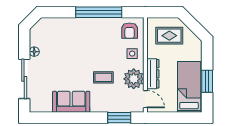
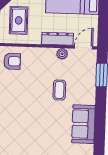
side table: (132, 54) -> (36, 59), removed
plant: (134, 79) -> (62, 54), width x0.53, depth x0.53

